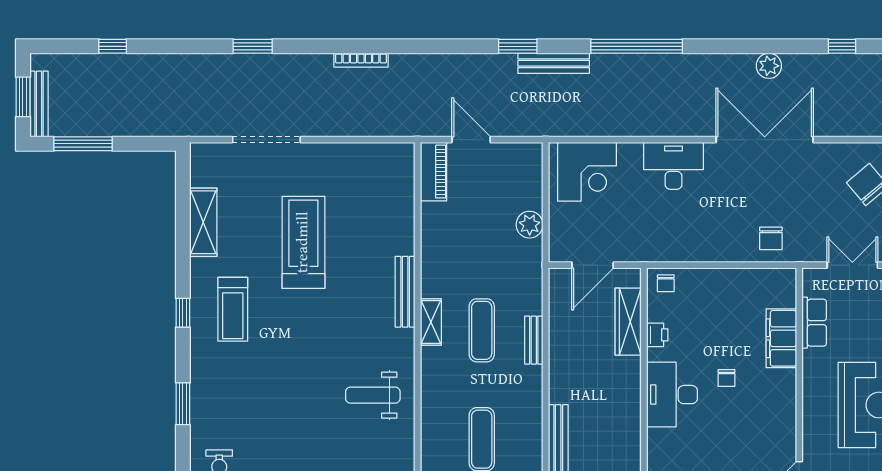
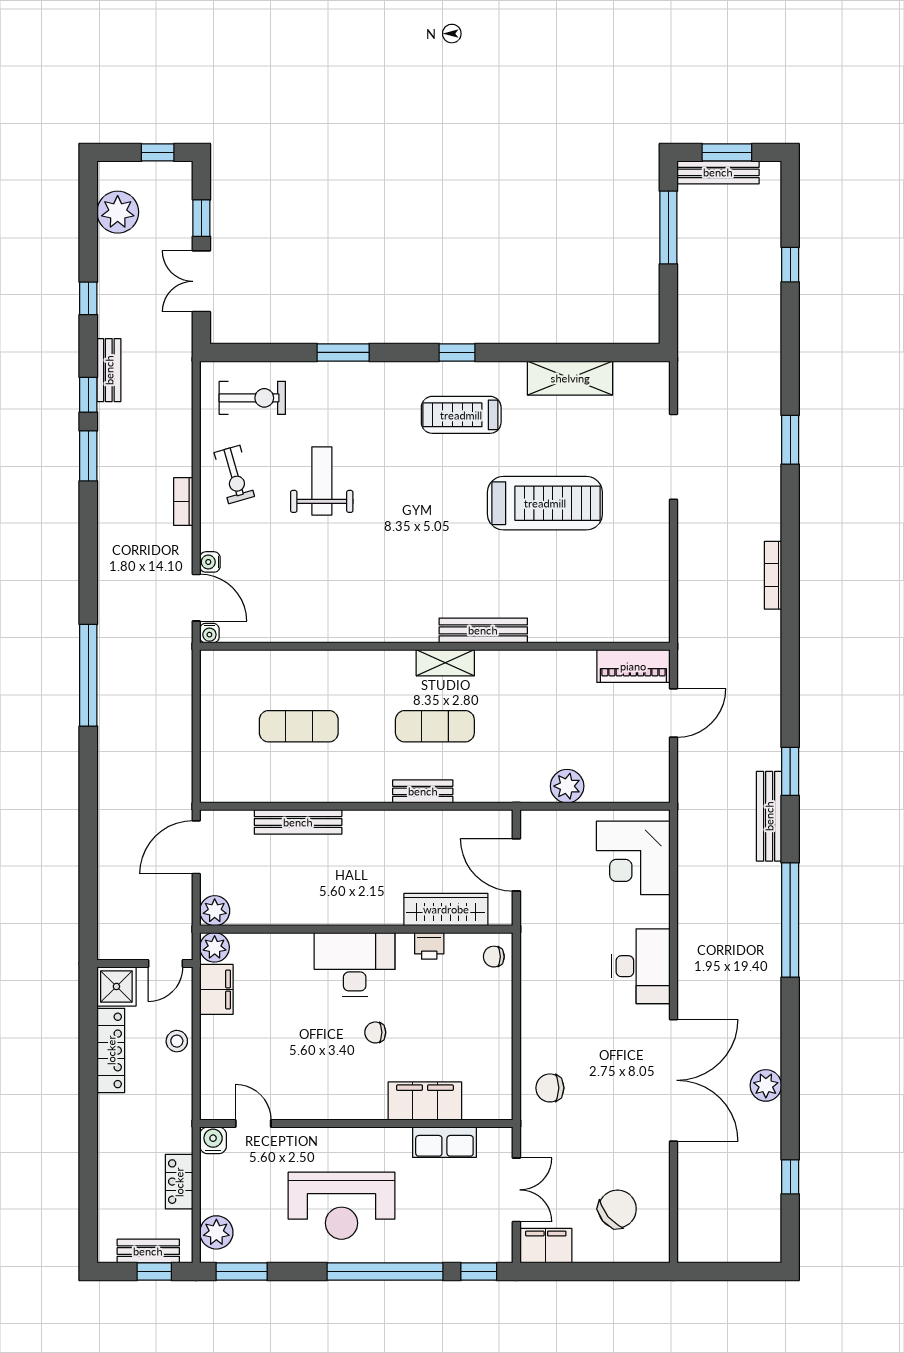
weight bench: (373, 395) -> (322, 481), moved

